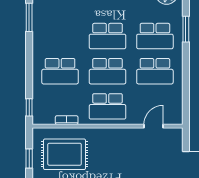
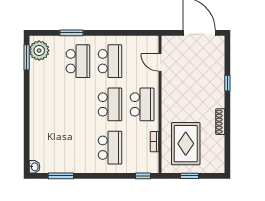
school desk: (107, 36) -> (78, 104), removed

